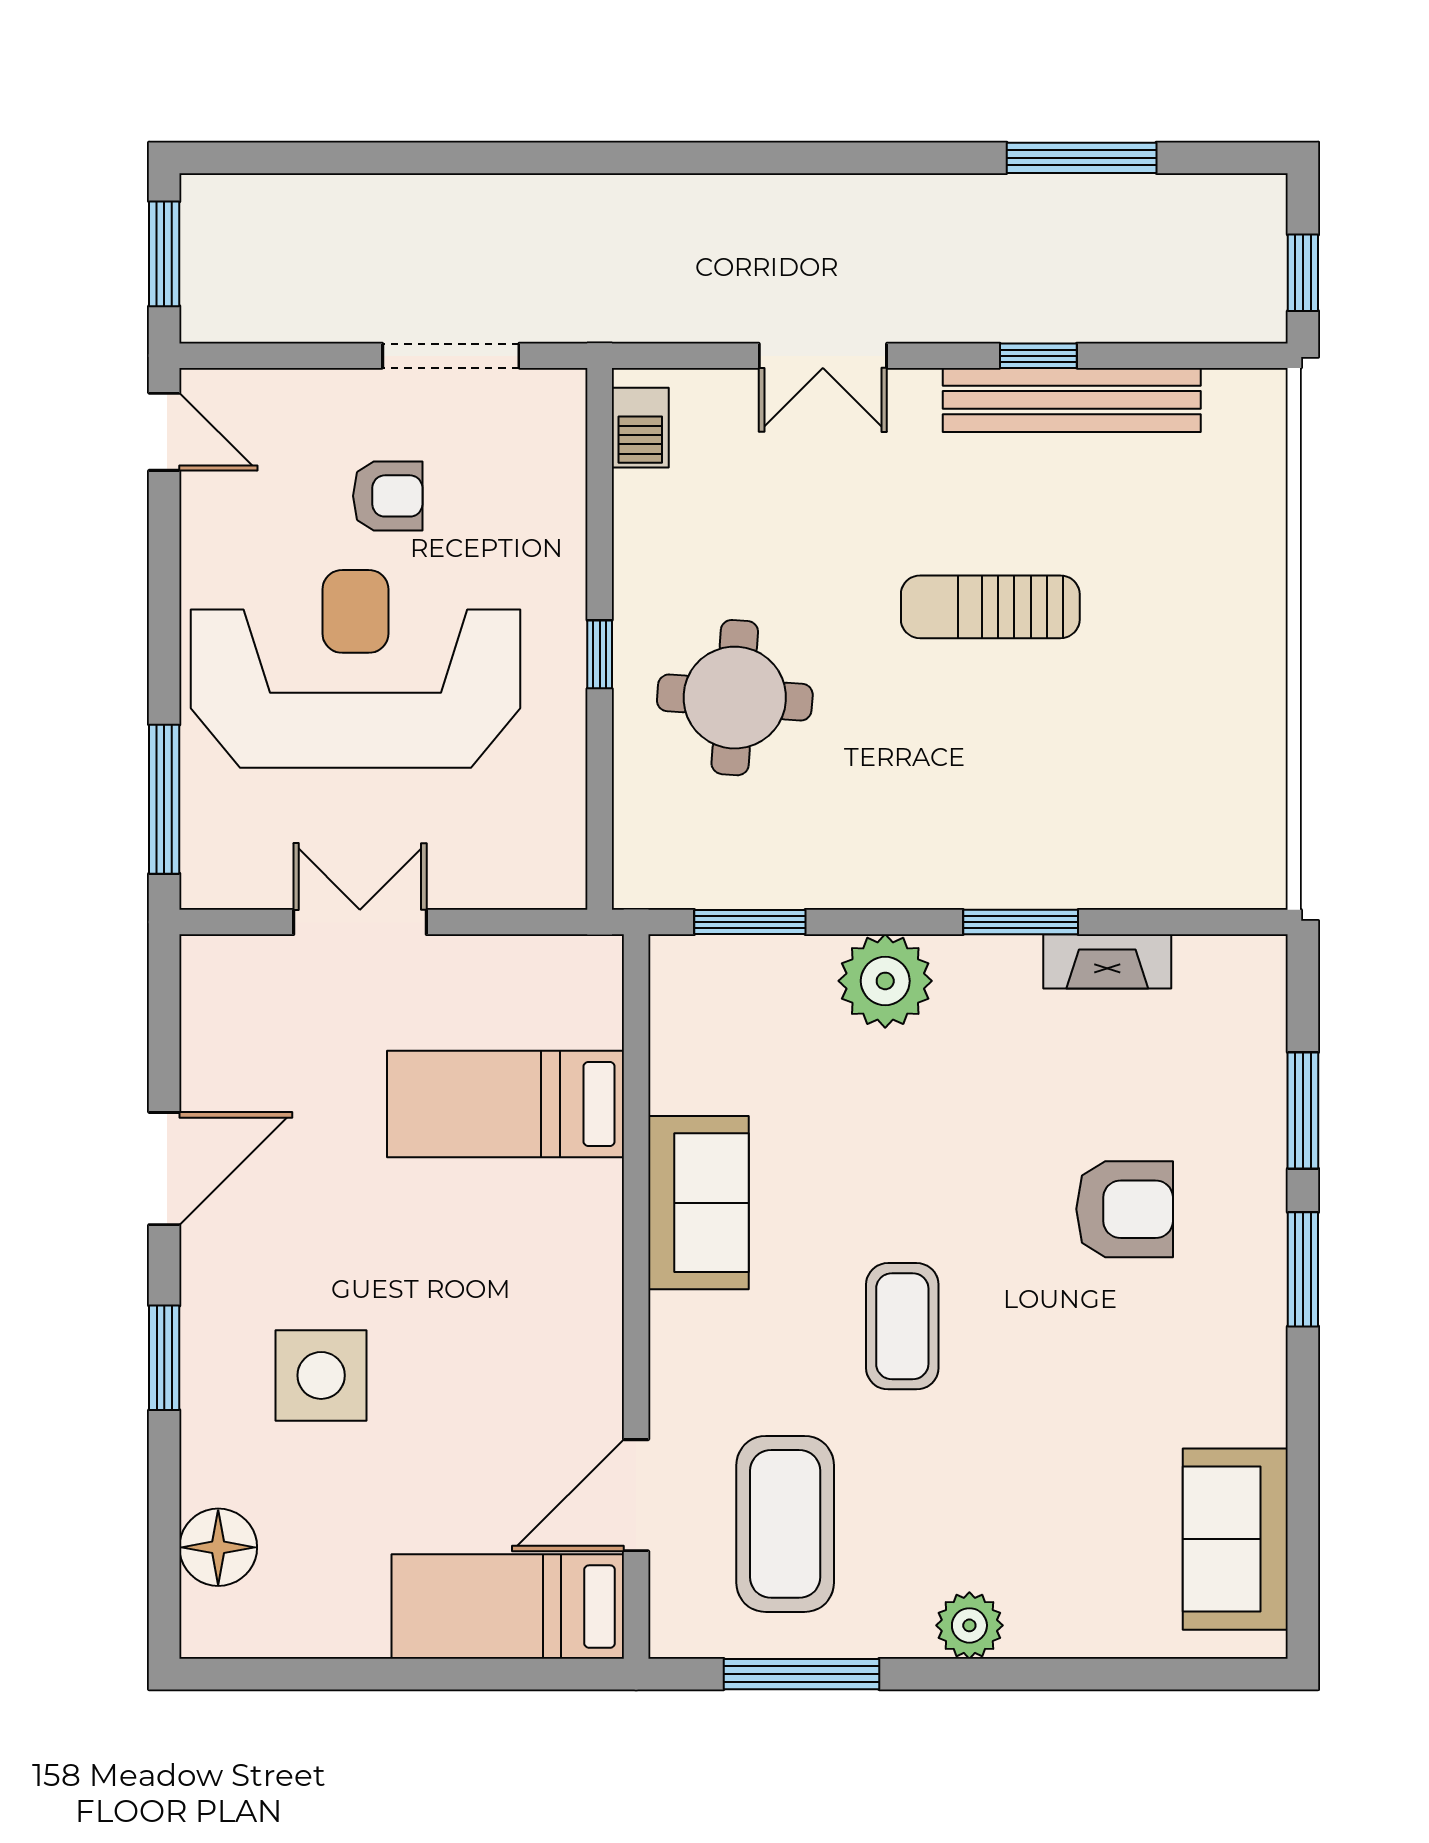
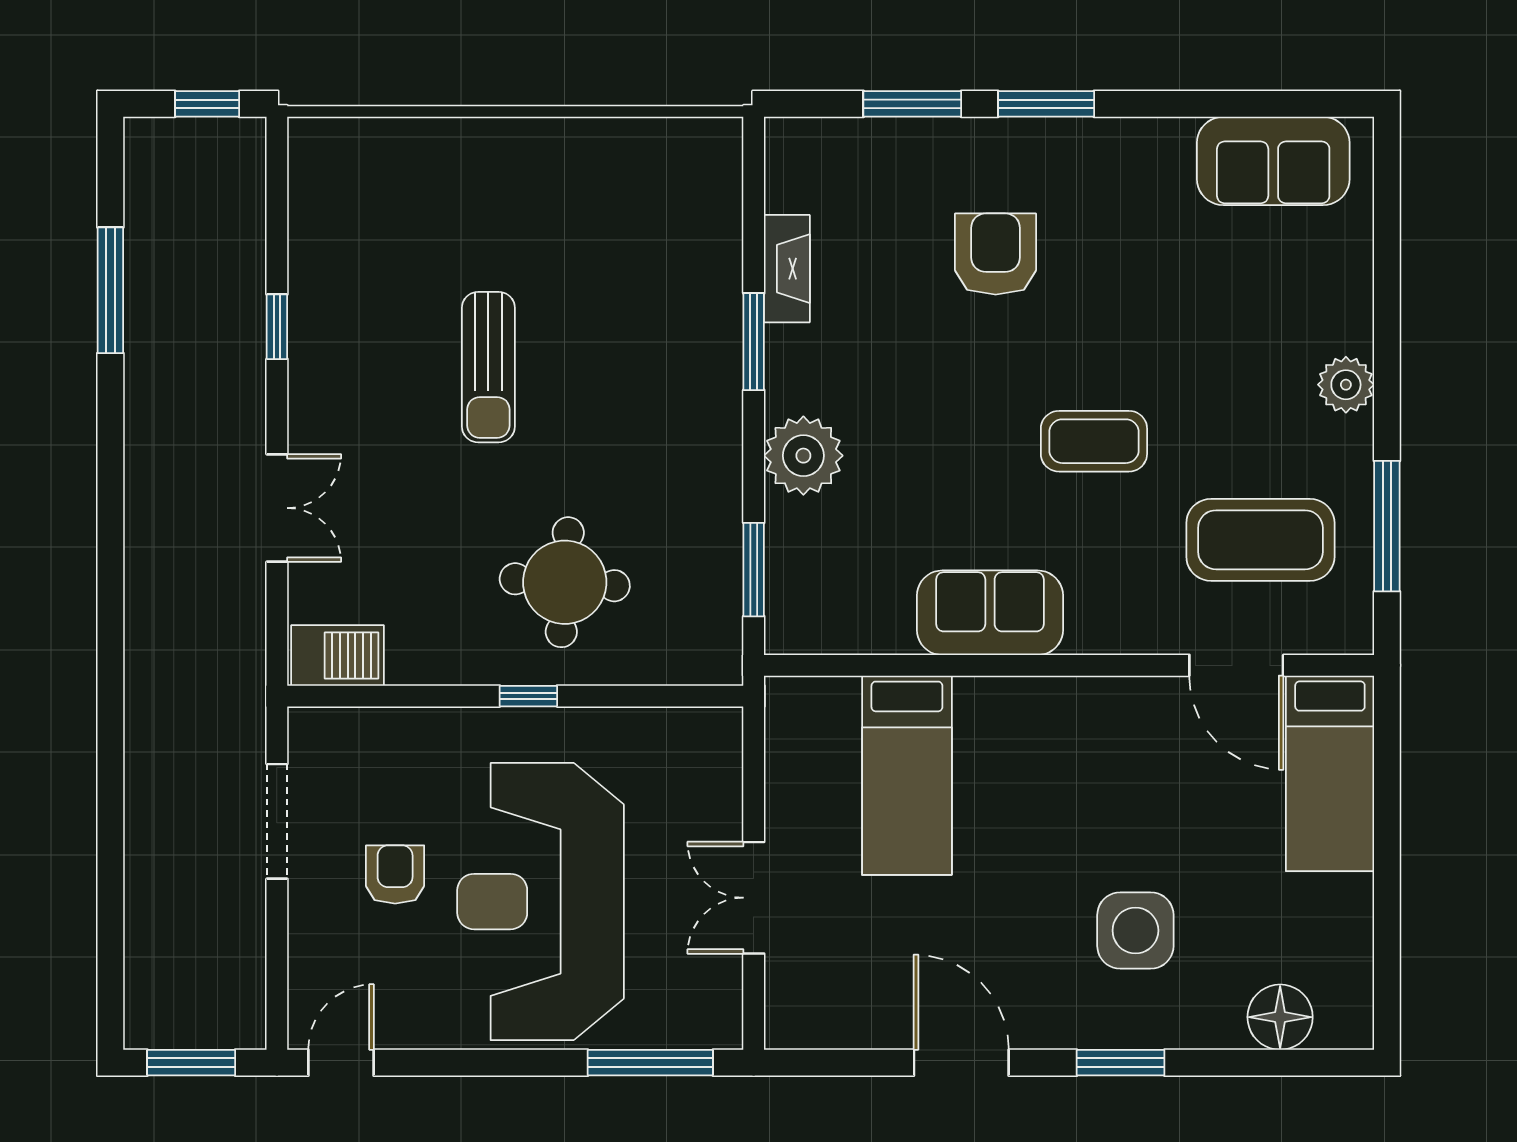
bench: (1072, 400) -> (314, 298), removed
barbecue: (640, 428) -> (338, 655), width x1.38, depth x1.27

